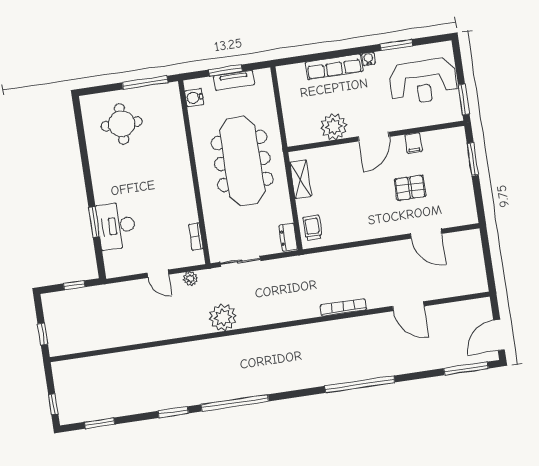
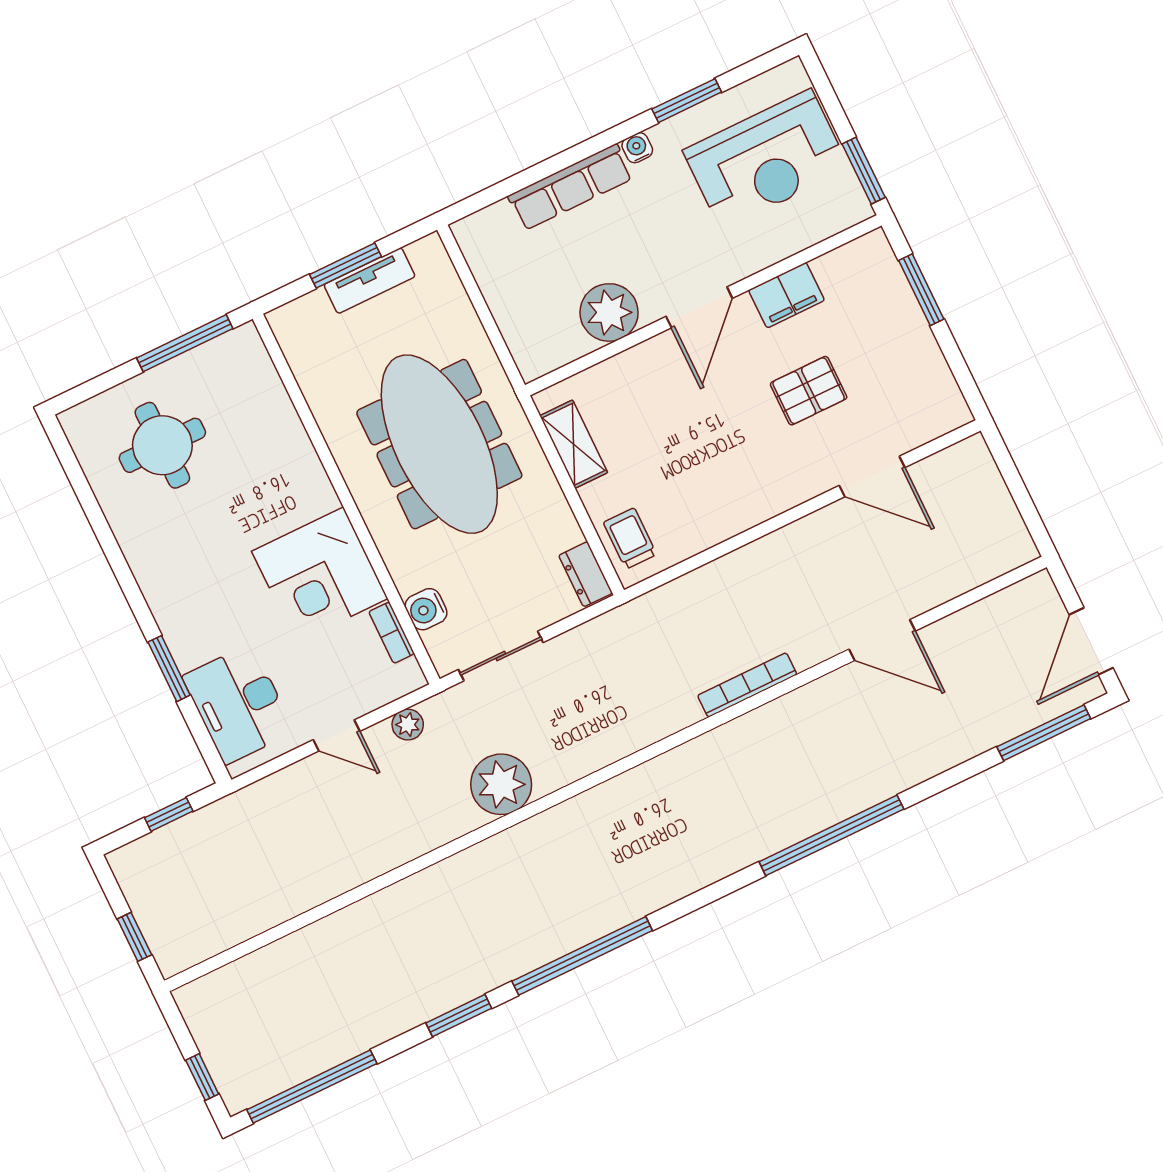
water cooler: (194, 98) -> (426, 609), moved
filing cabinet: (413, 143) -> (787, 295), width x2.00
corner desk: (172, 202) -> (320, 575), added
desk: (116, 226) -> (238, 704), moved
window: (100, 423) -> (312, 1087), width x2.11

